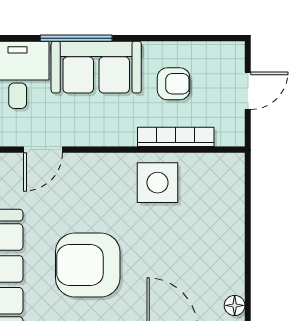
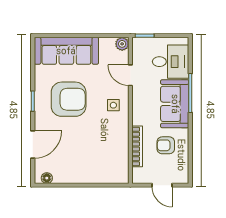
armchair: (174, 84) -> (166, 145), turned 90
side table: (158, 183) -> (113, 105), moved, width x0.54, depth x0.54
armchair: (88, 265) -> (69, 99), turned 90

